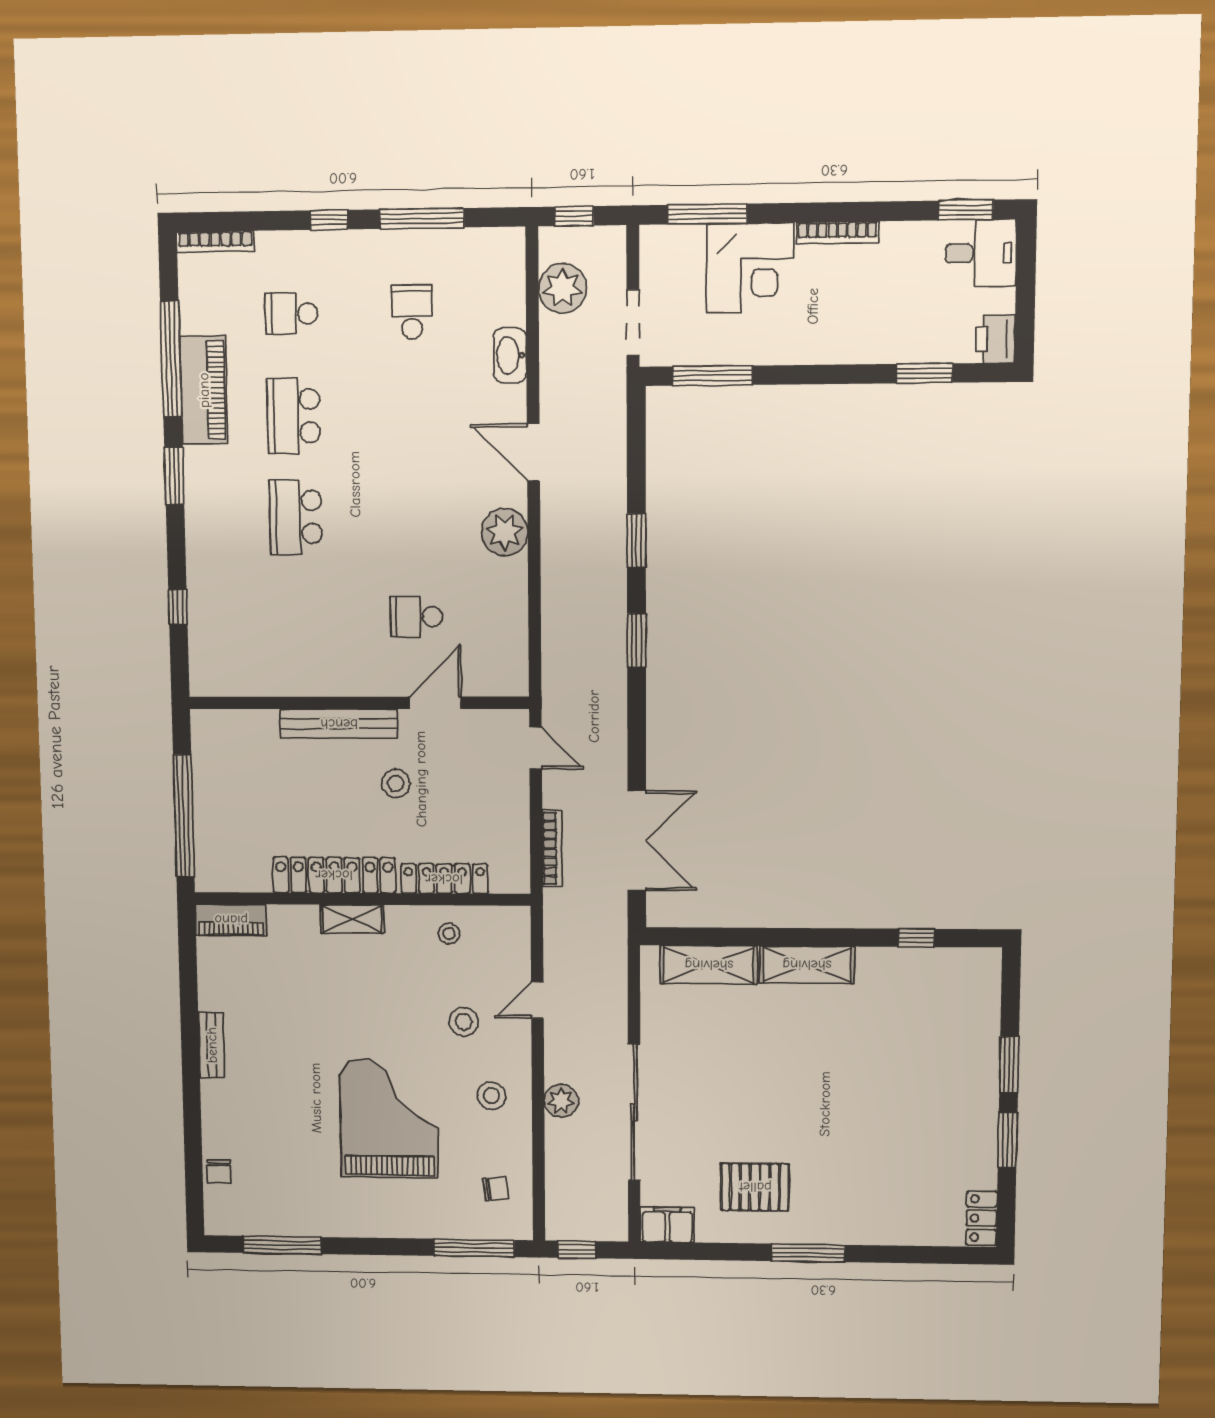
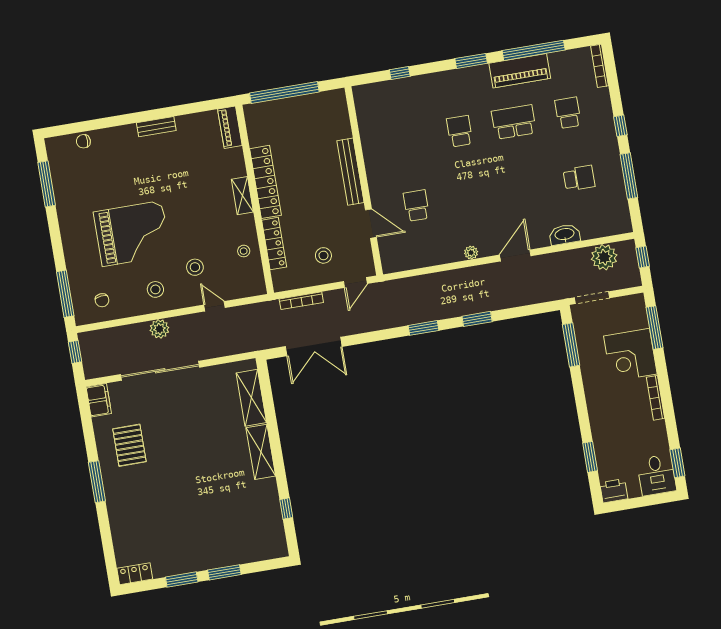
school desk: (296, 517) -> (460, 131), width x0.54
plant: (505, 532) -> (471, 253), width x0.53, depth x0.53
stool: (396, 783) -> (323, 255), moved

